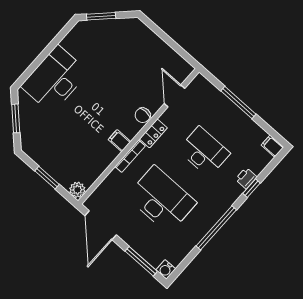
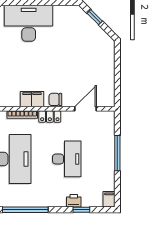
window: (101, 16) -> (95, 17), width x0.67
filing cabinet: (119, 141) -> (32, 99), width x2.00
window: (252, 188) -> (81, 210), moved

